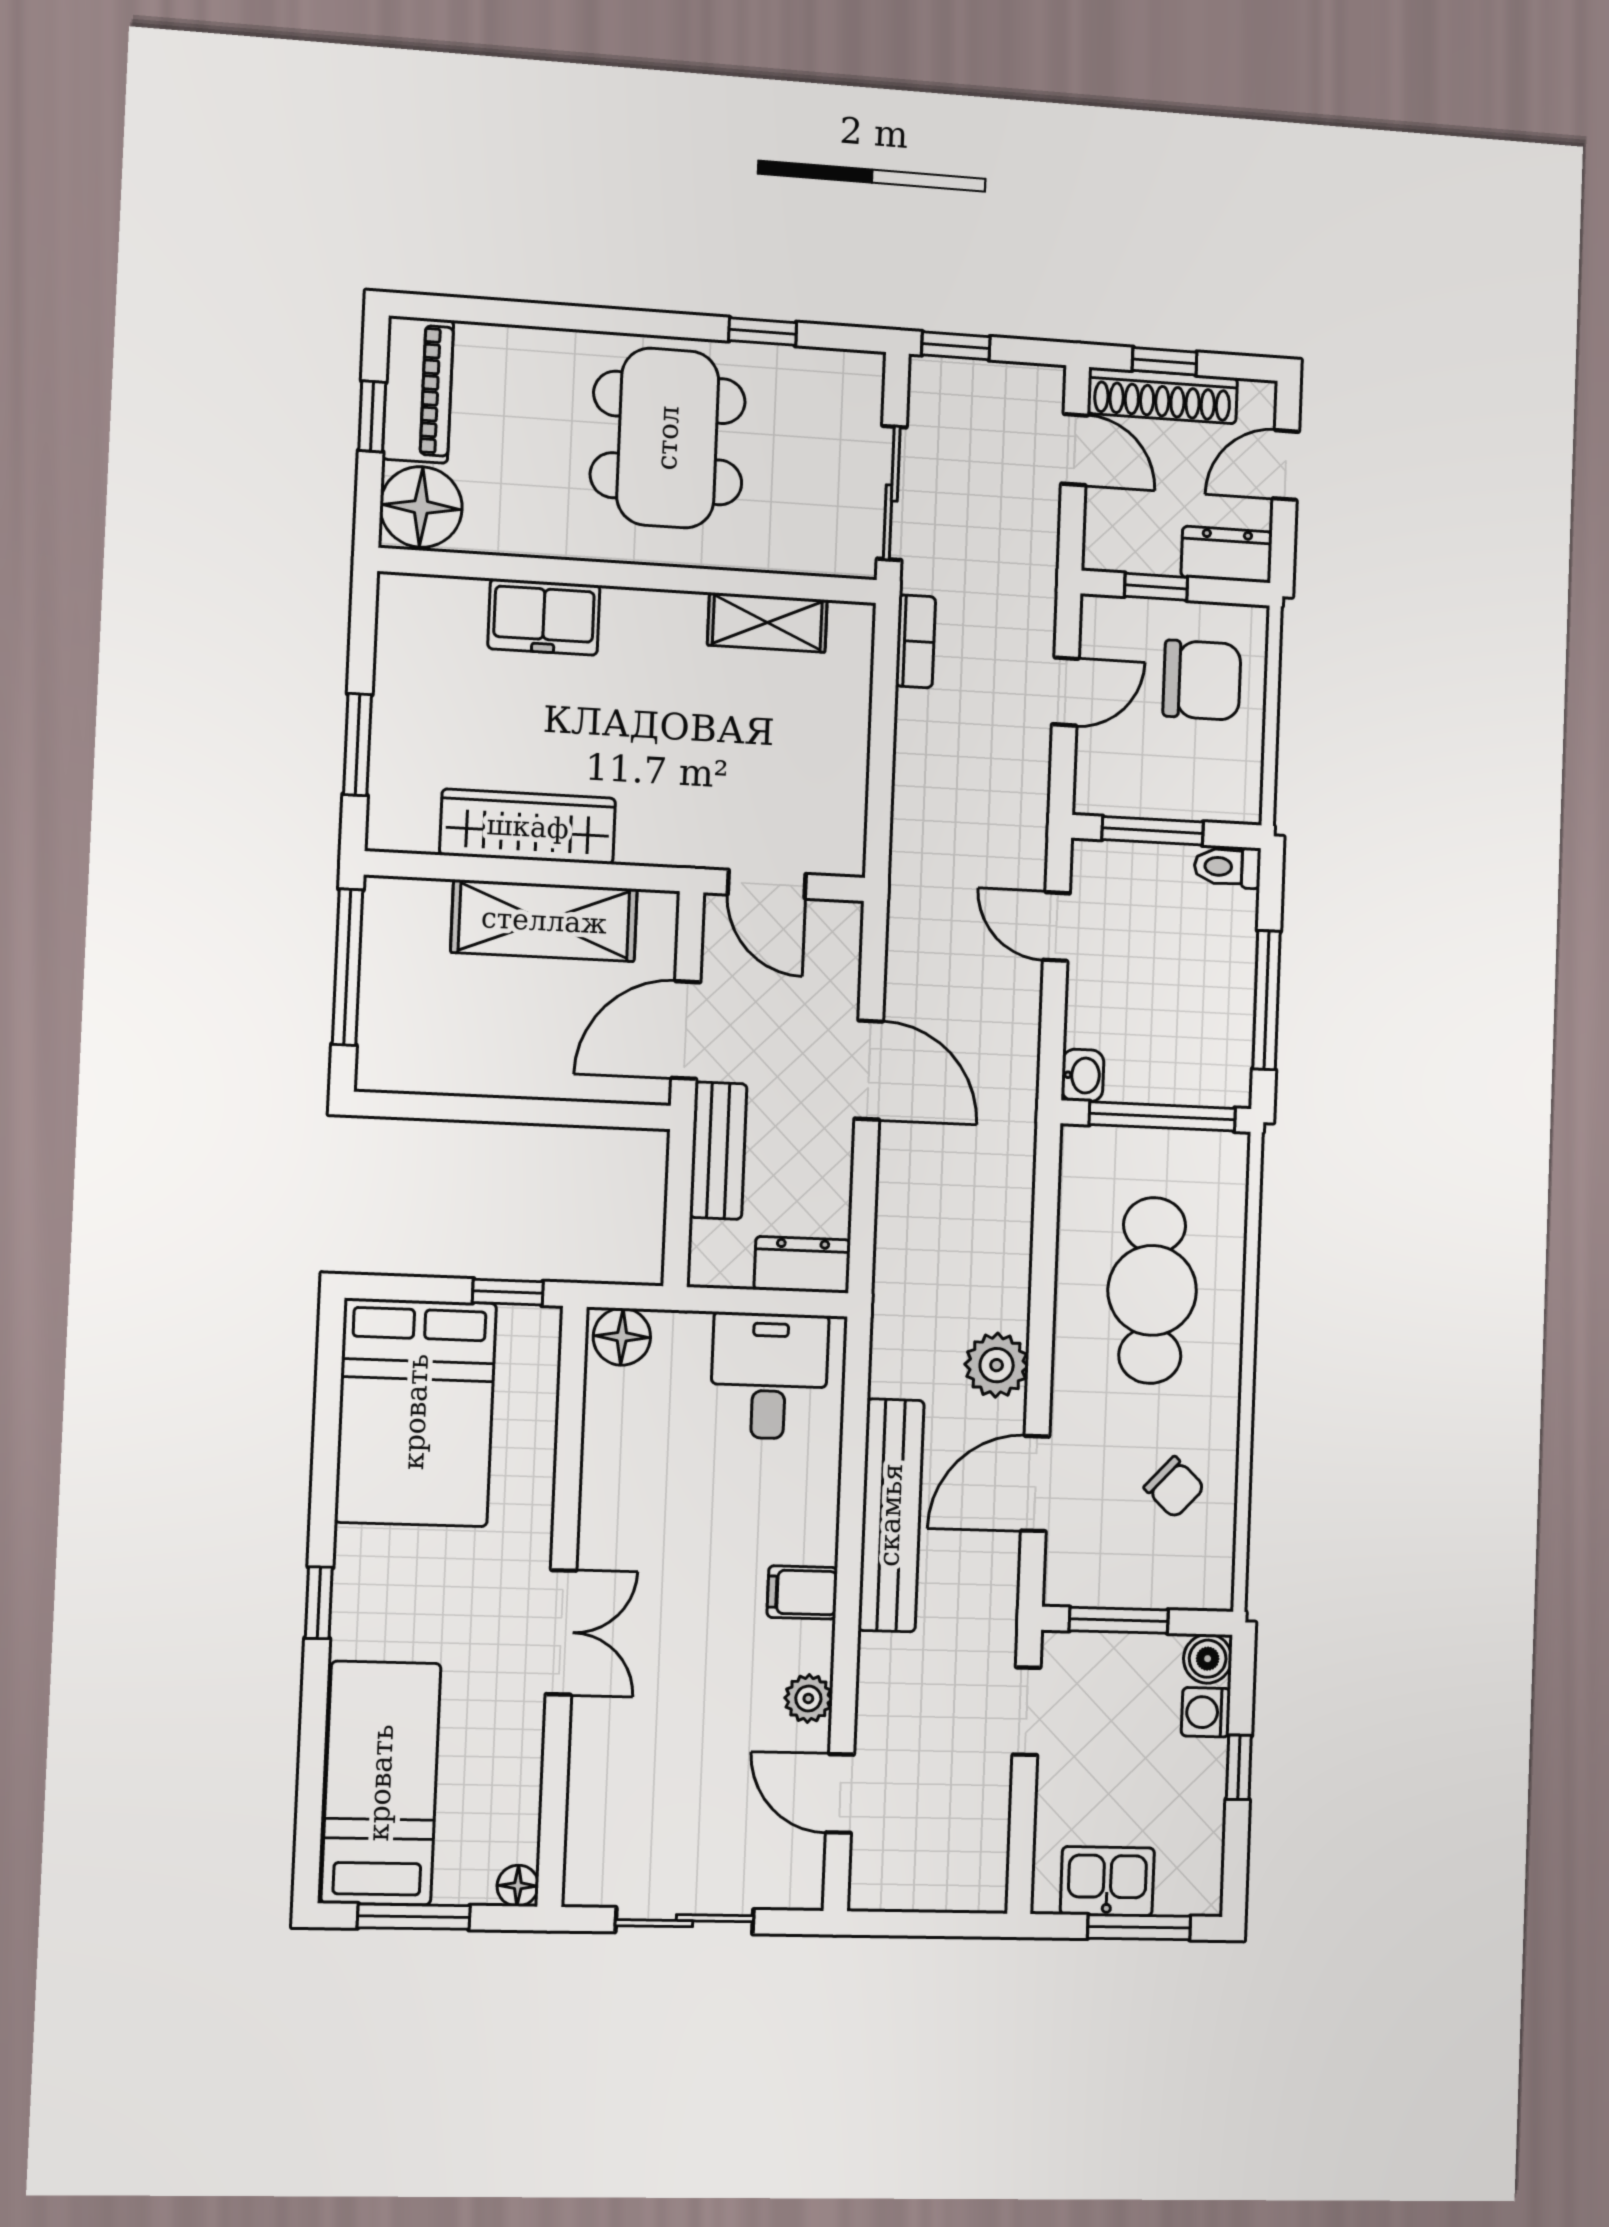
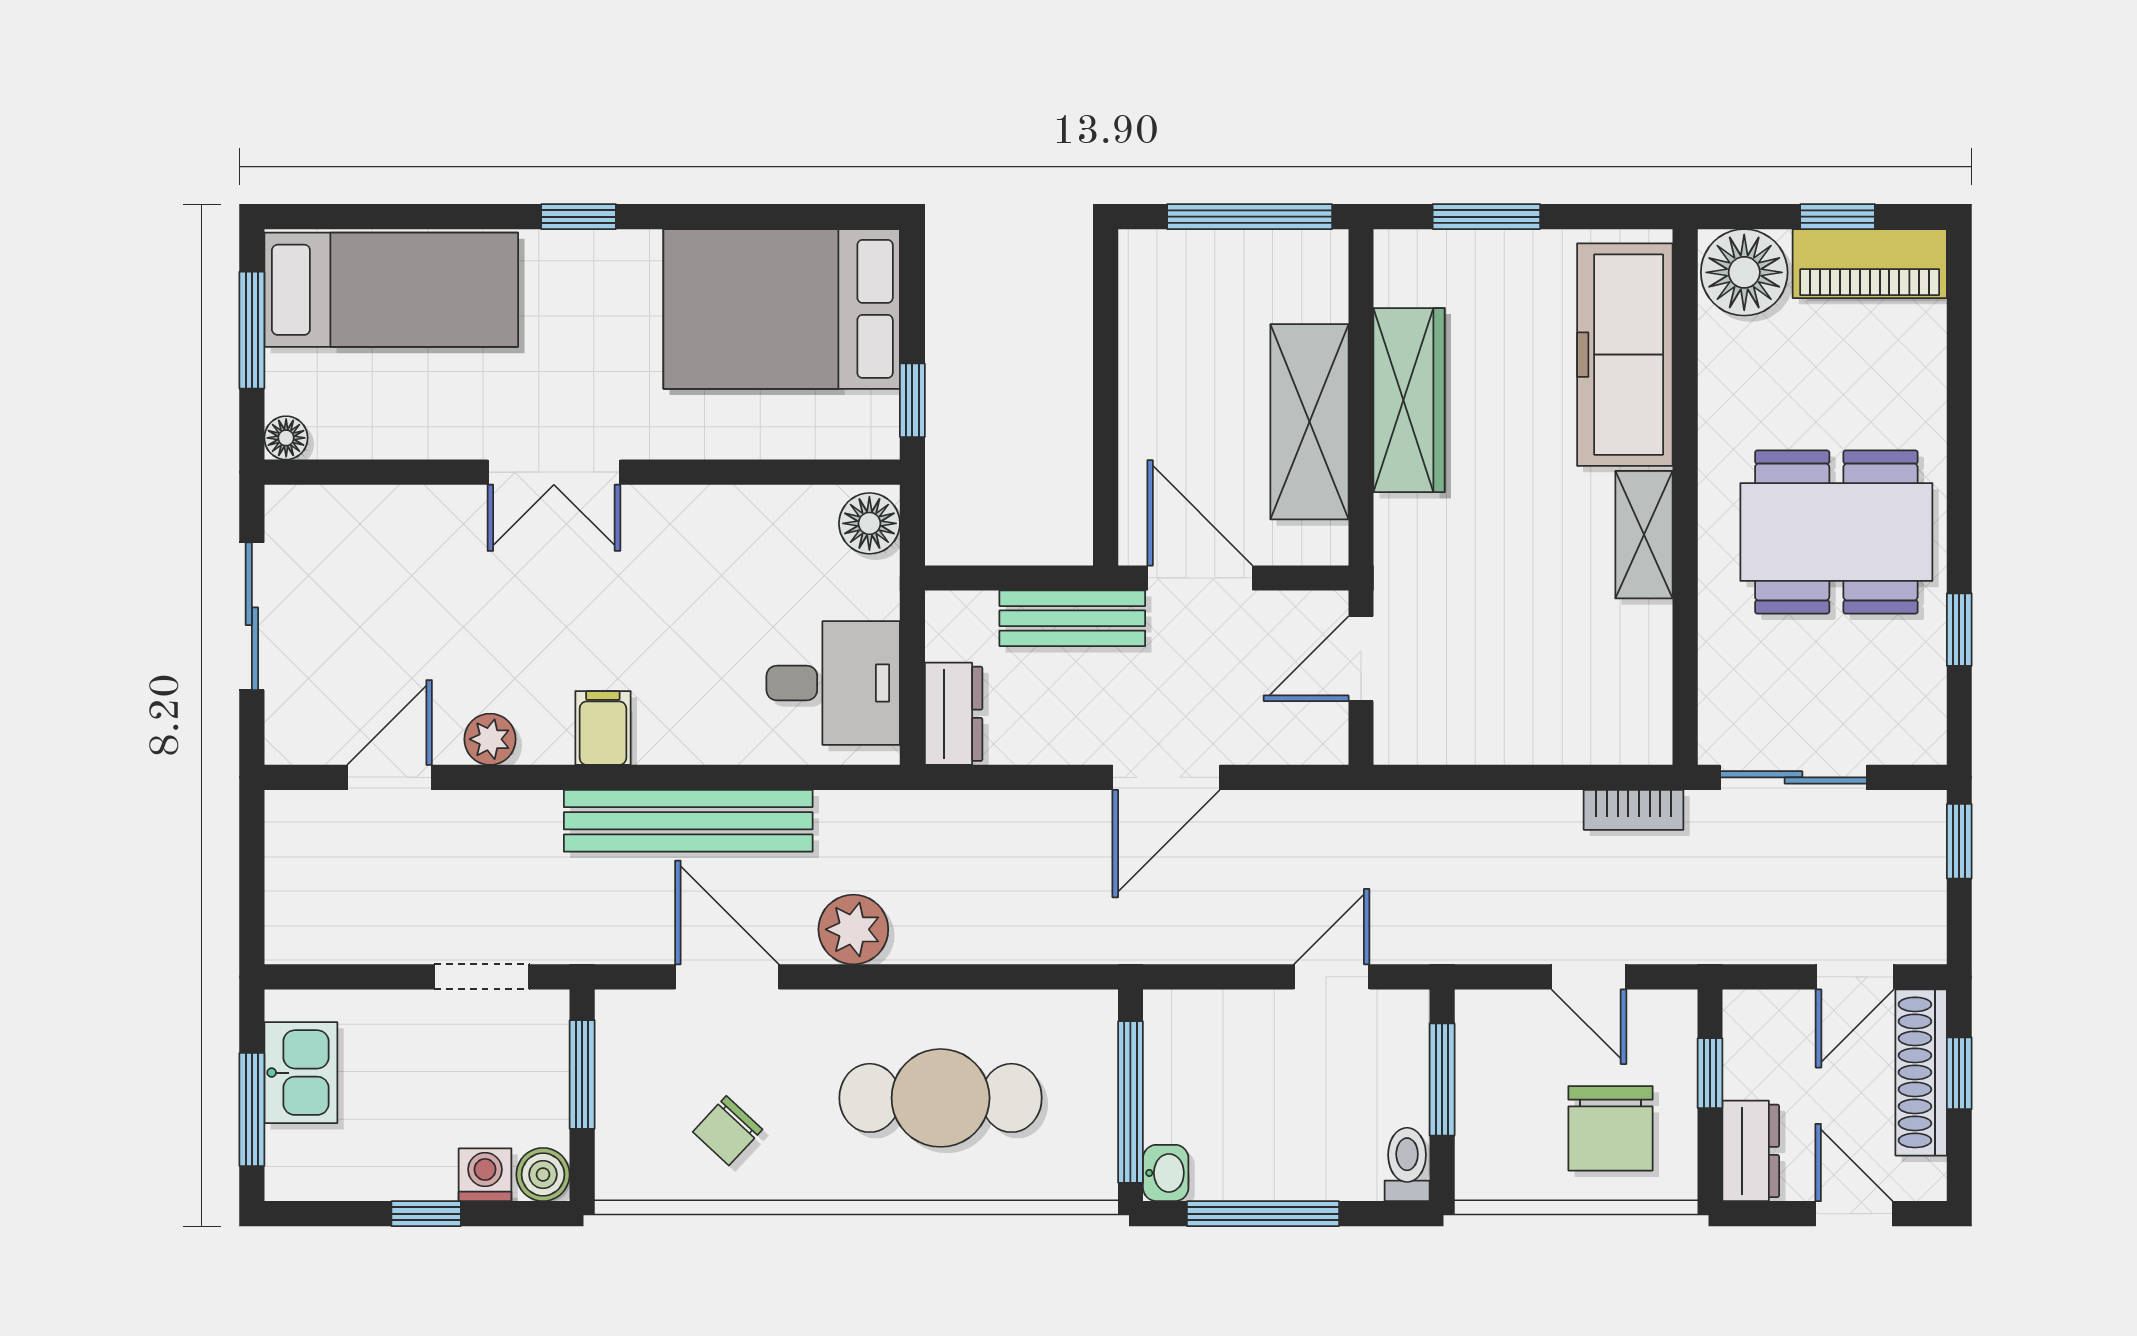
freezer: (544, 617) -> (1625, 355), width x1.91, depth x1.26
shelving: (767, 622) -> (1644, 535), moved
washbasin: (1083, 1075) -> (1166, 1173), moved, turned -90

